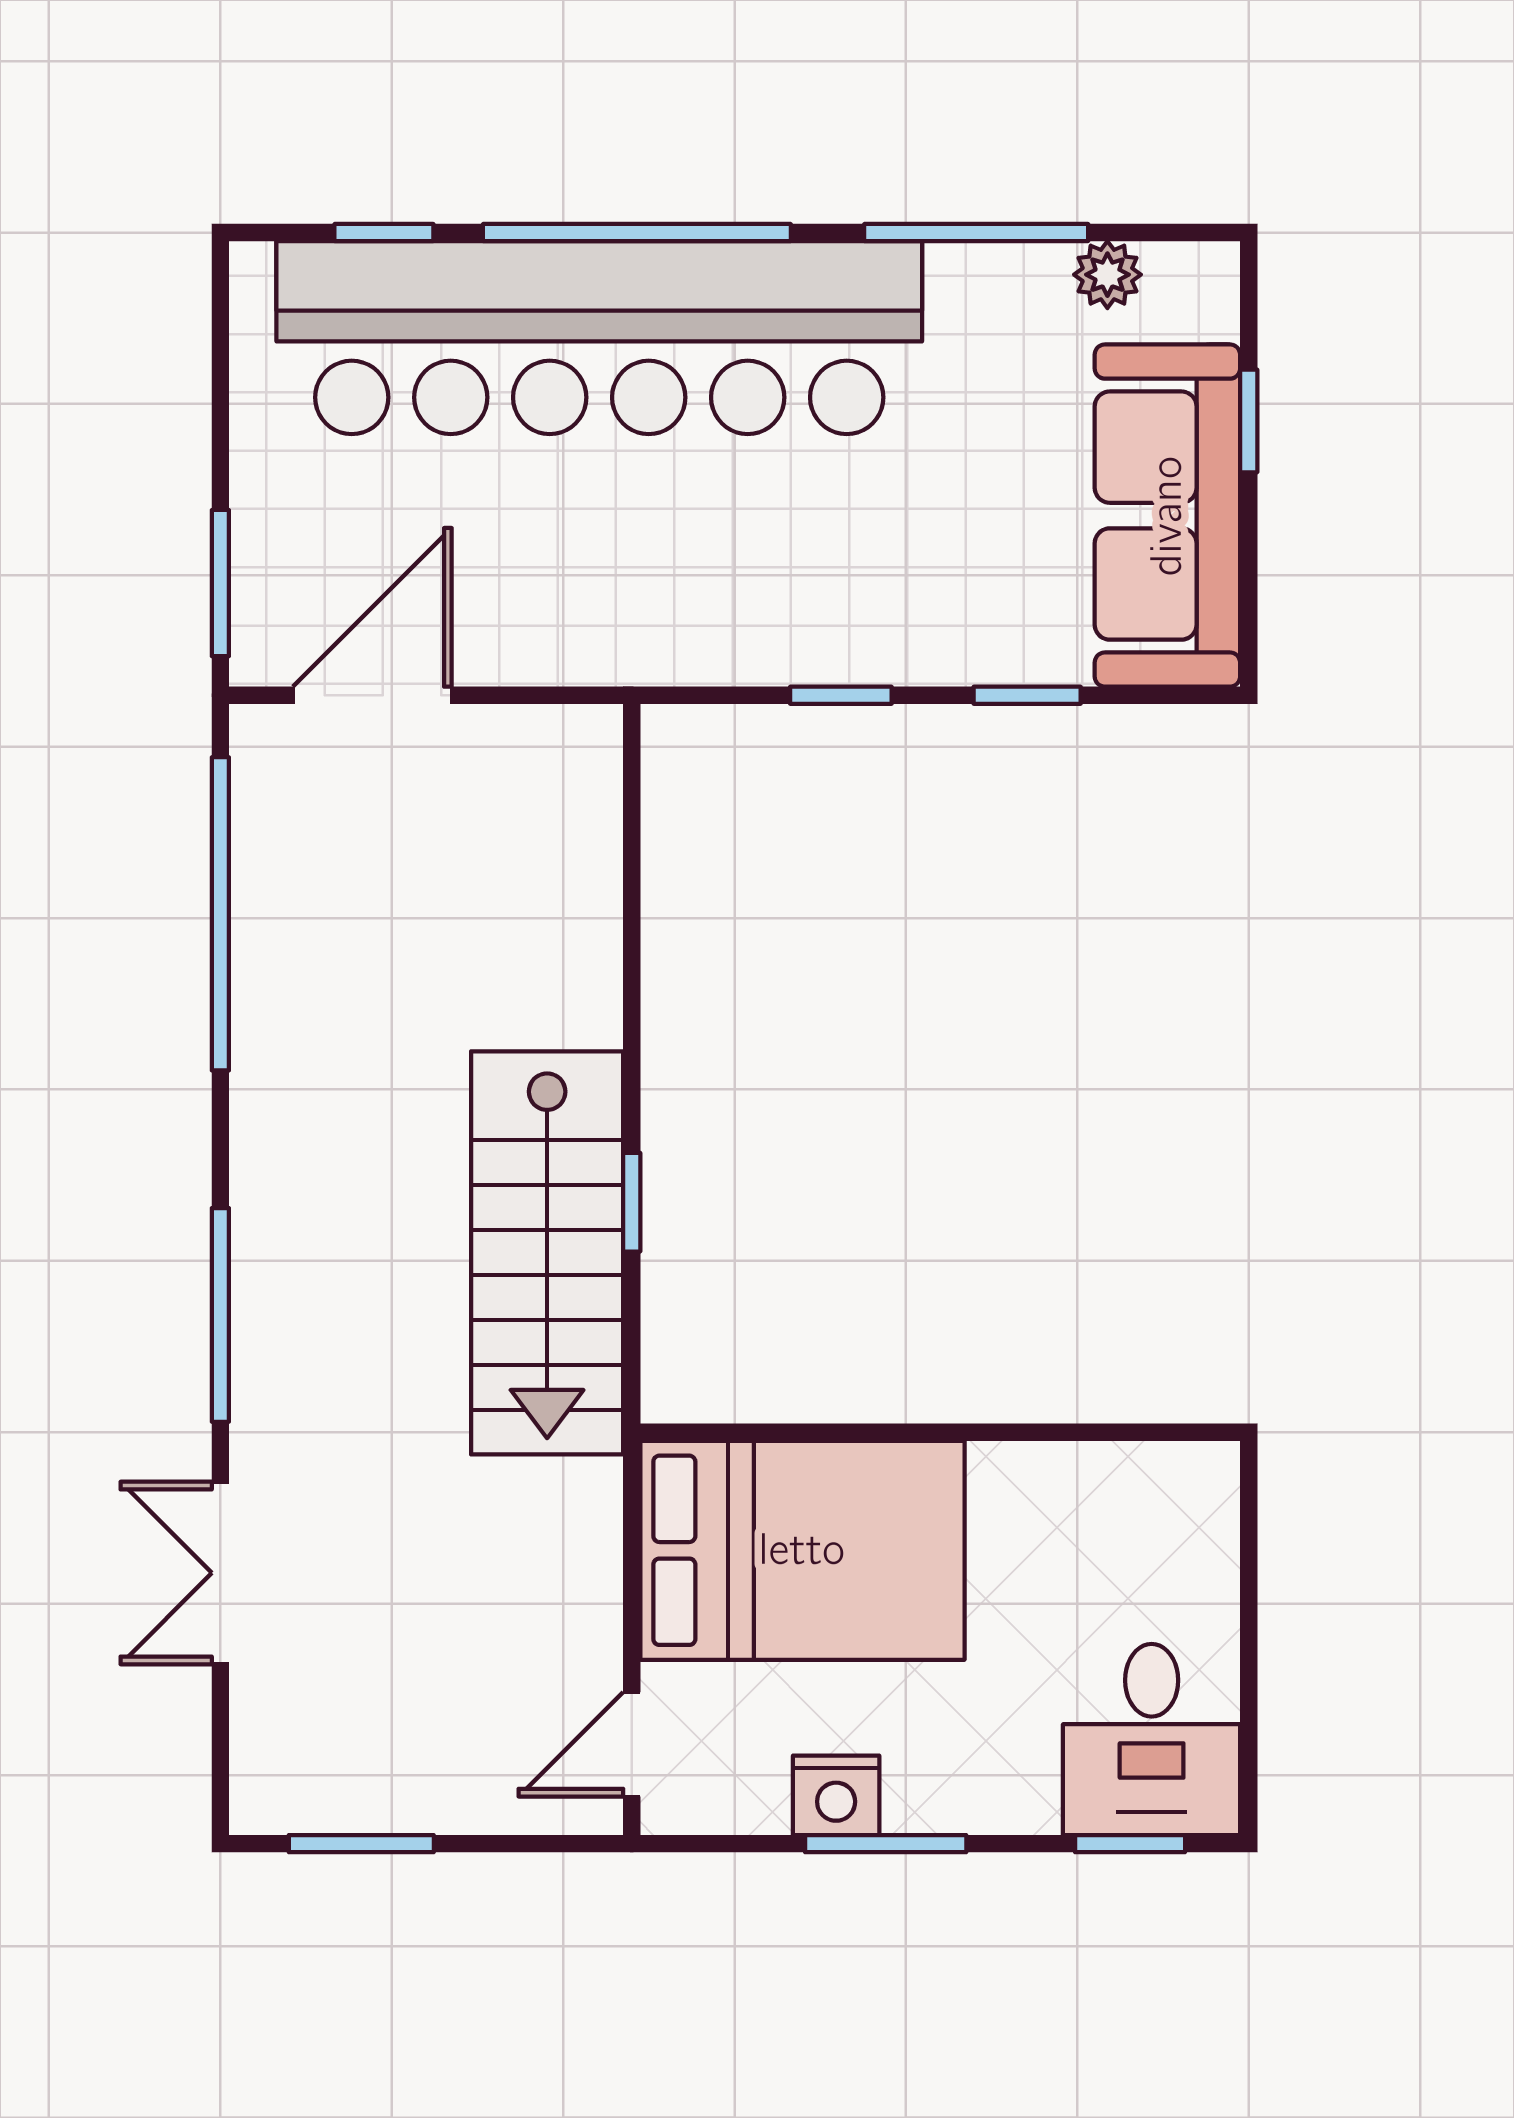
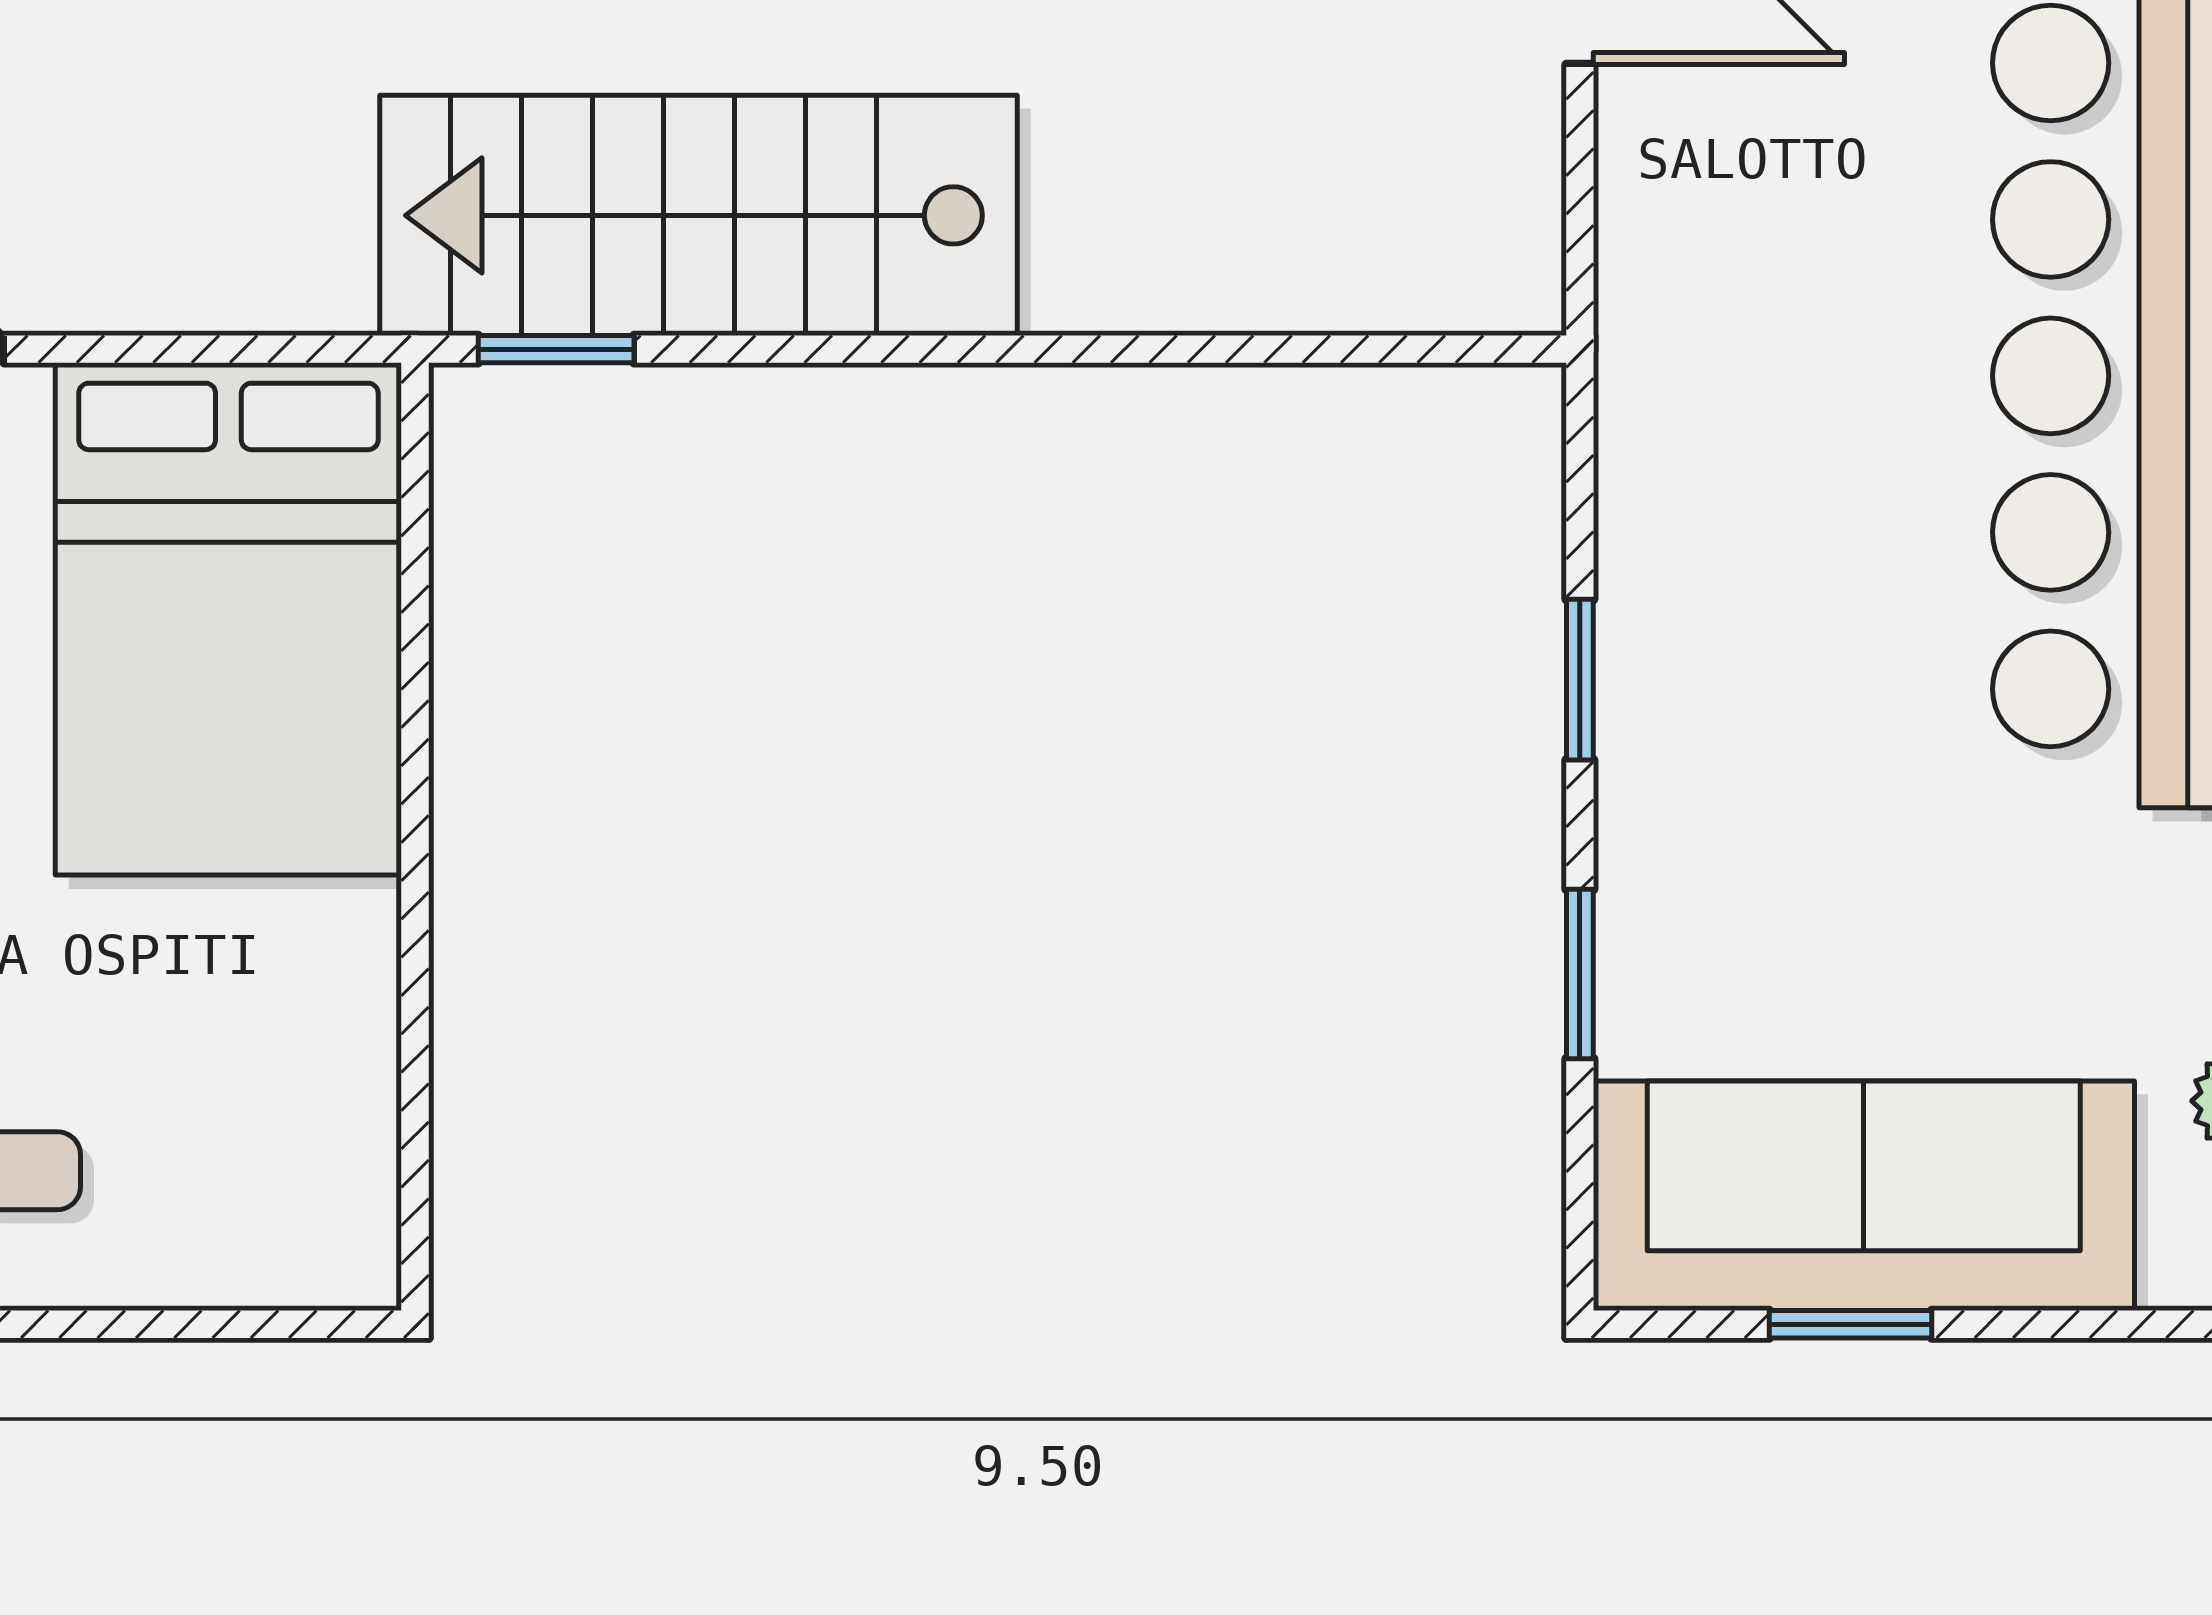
window: (1249, 421) -> (1851, 1324), moved
window: (632, 1202) -> (556, 349), moved

